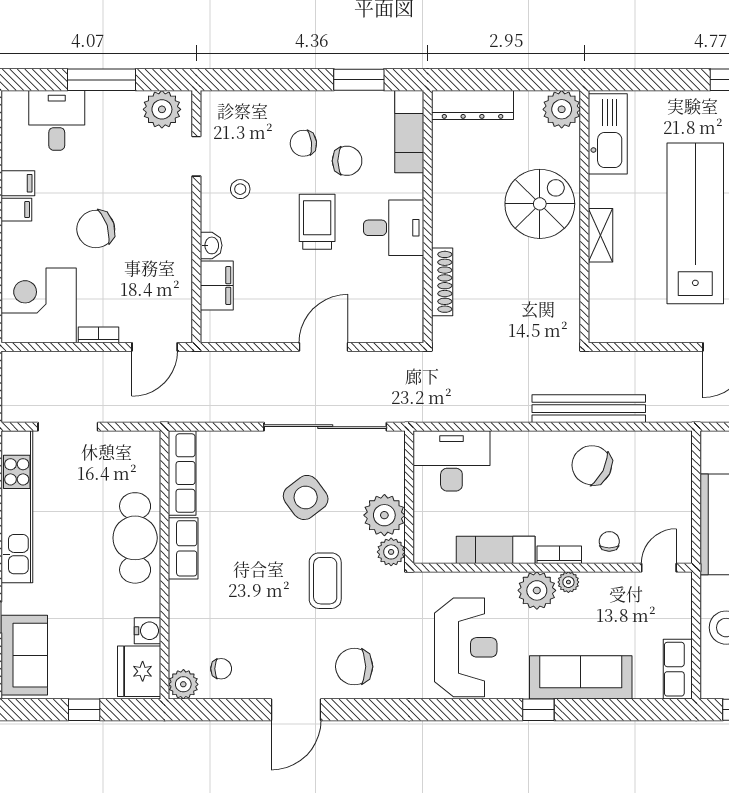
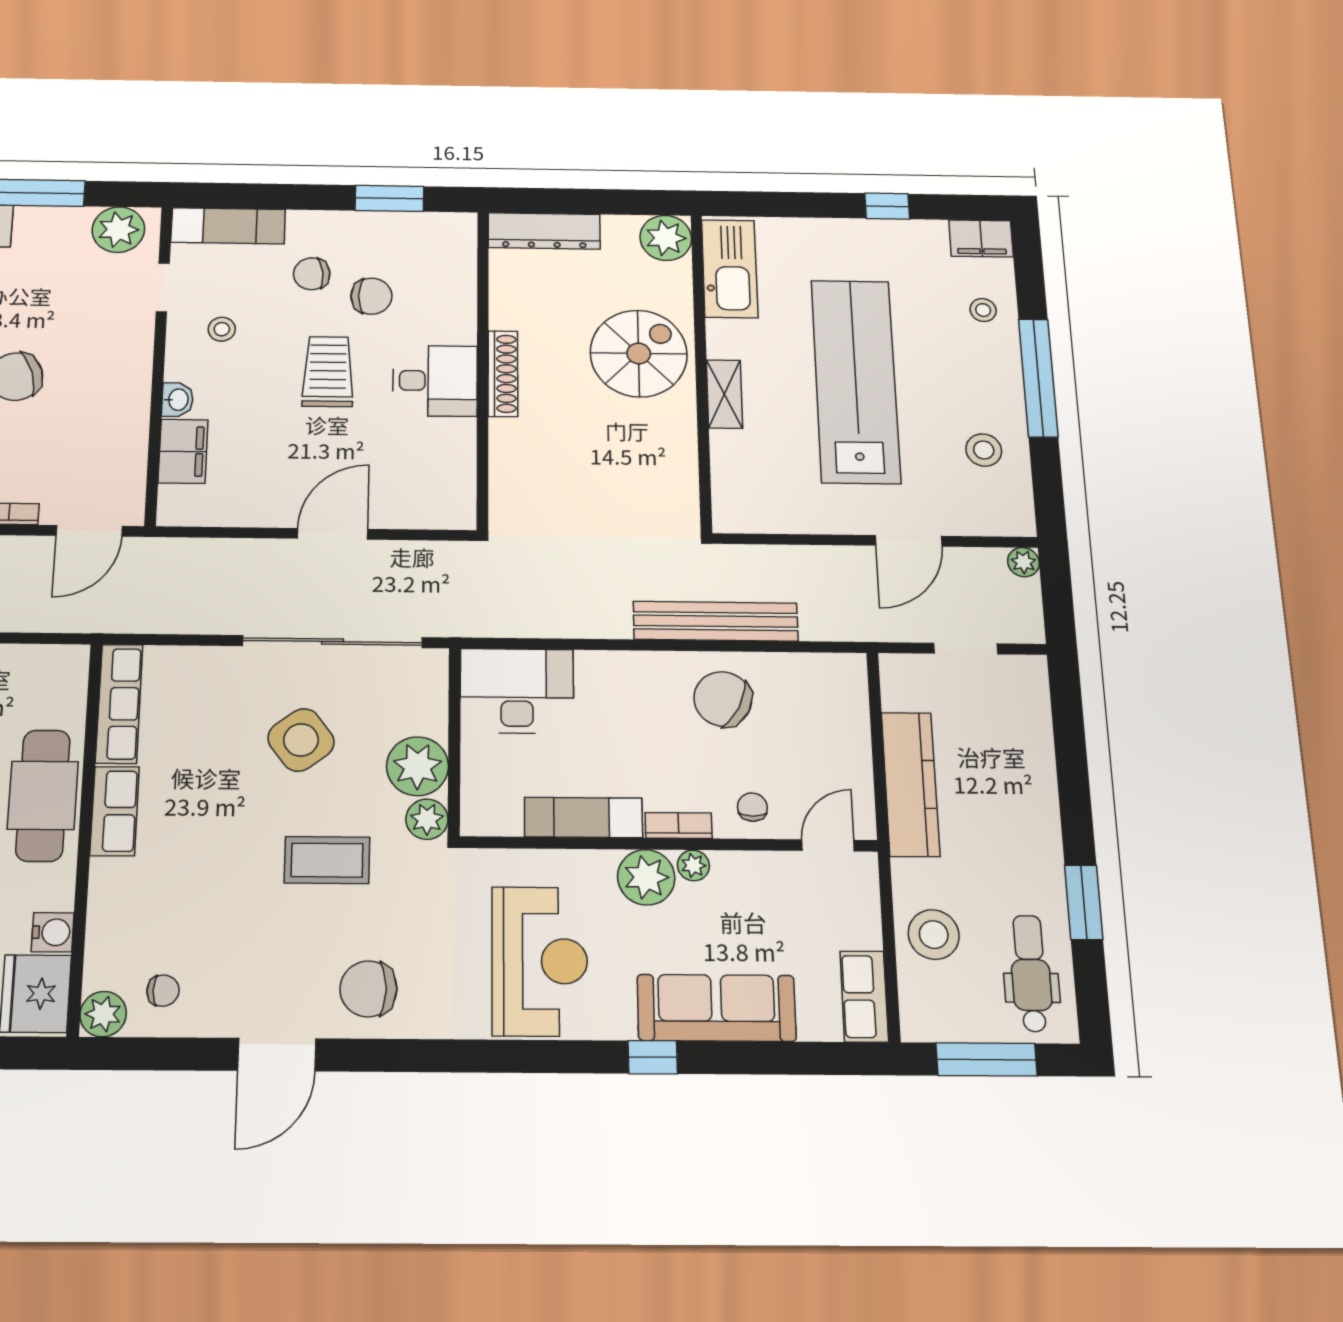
exam couch: (409, 132) -> (228, 226), moved, turned -90
shoe rack: (442, 282) -> (503, 374), moved
coffee table: (325, 581) -> (327, 860), turned 90

